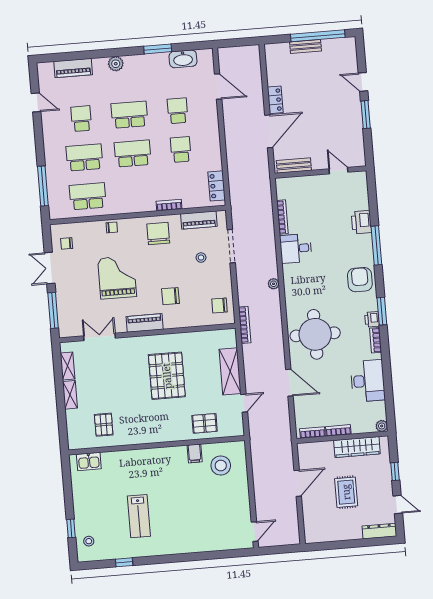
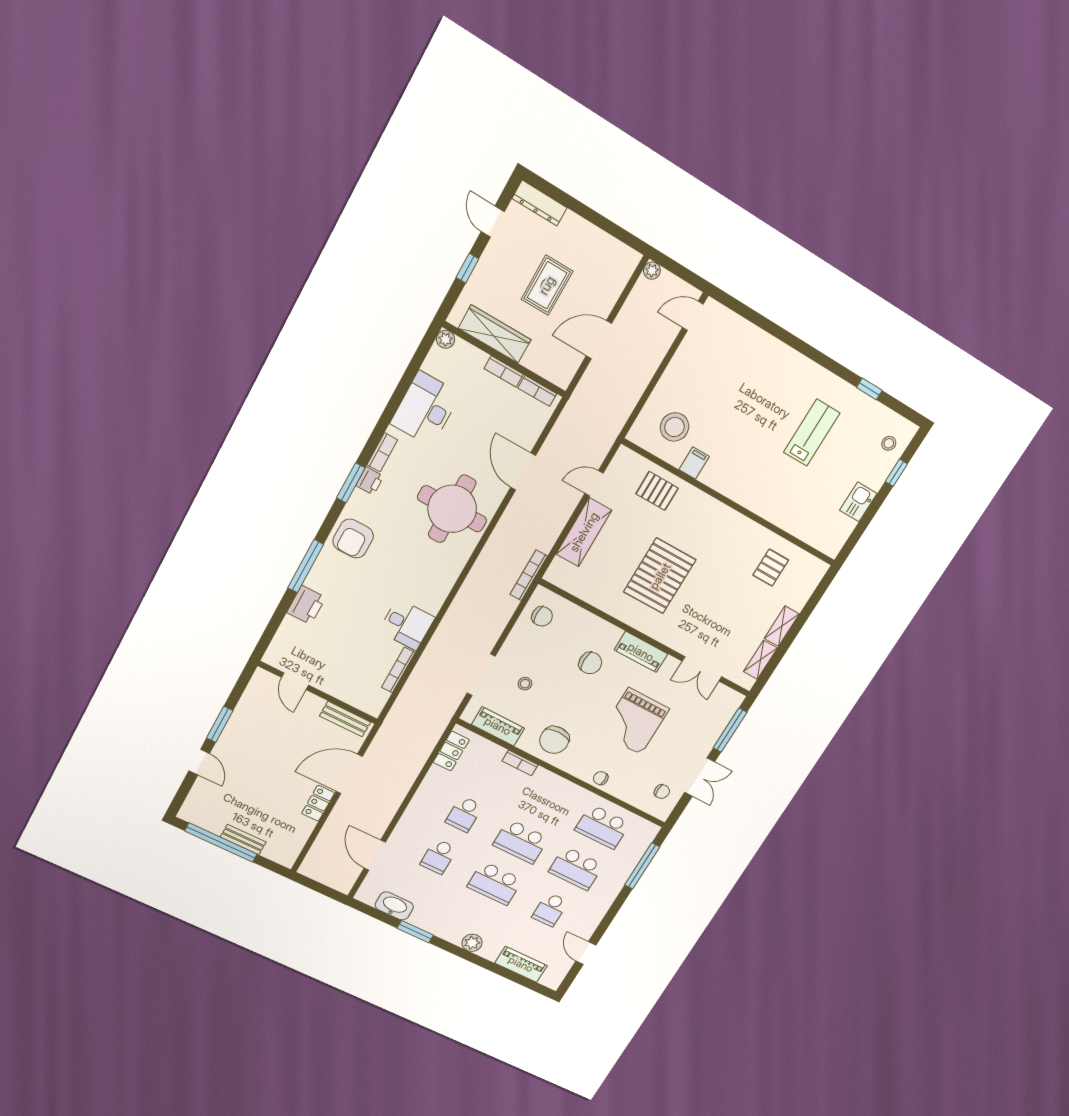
plant: (274, 284) -> (652, 271), moved
kitchen sink: (89, 461) -> (858, 502), moved, turned -90

